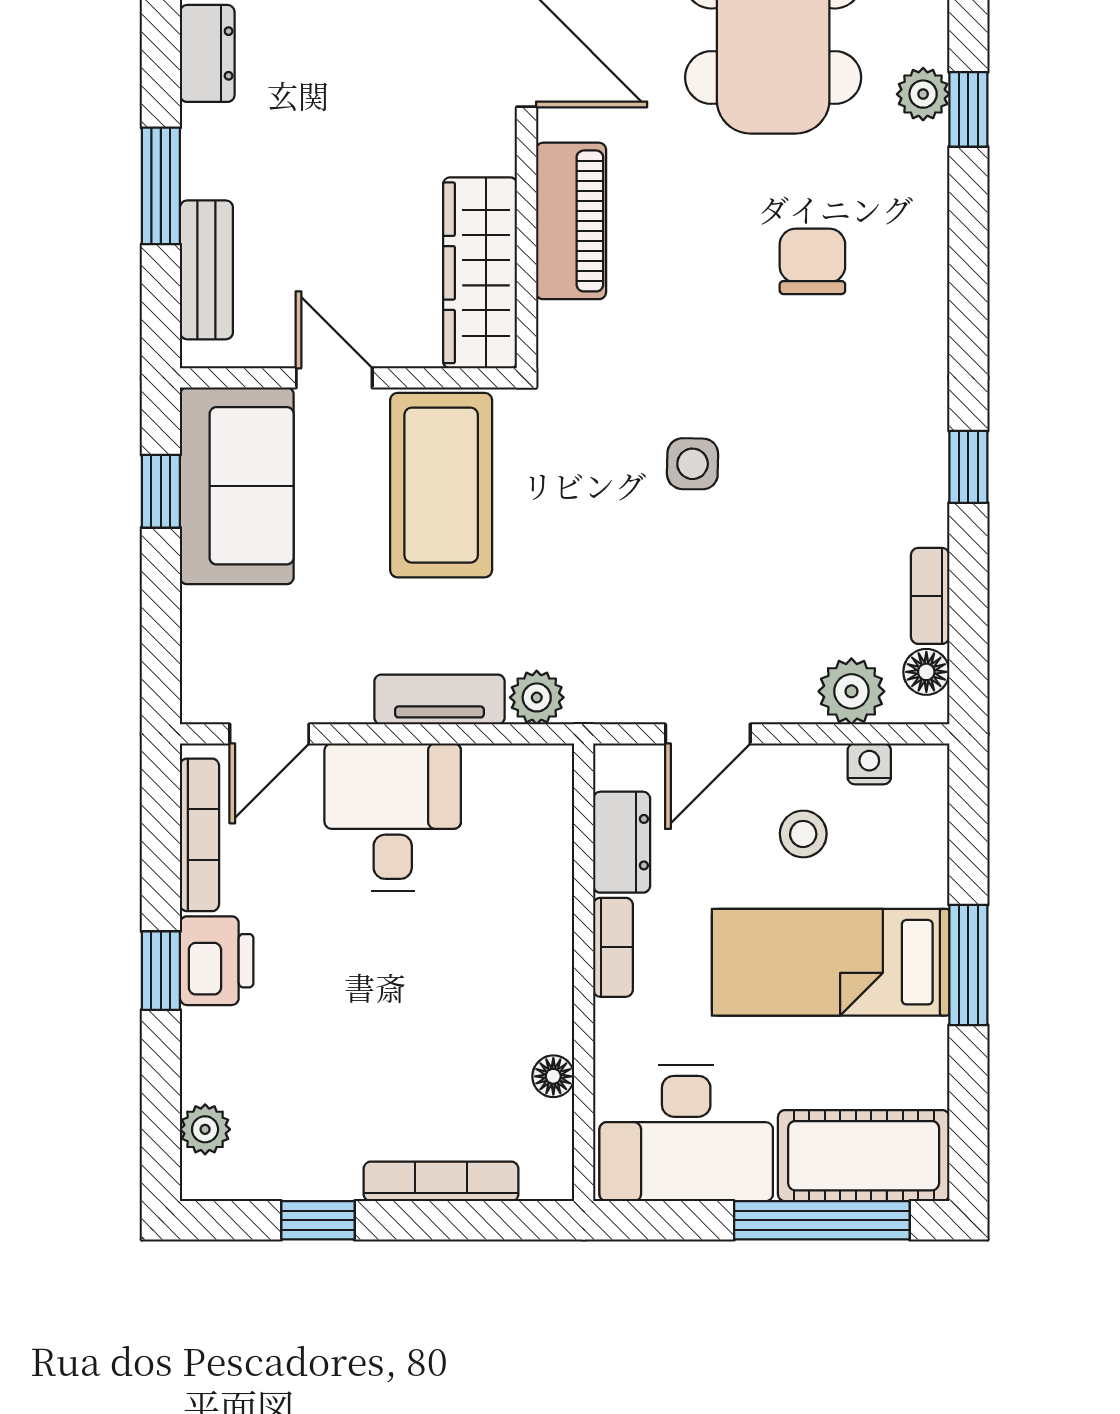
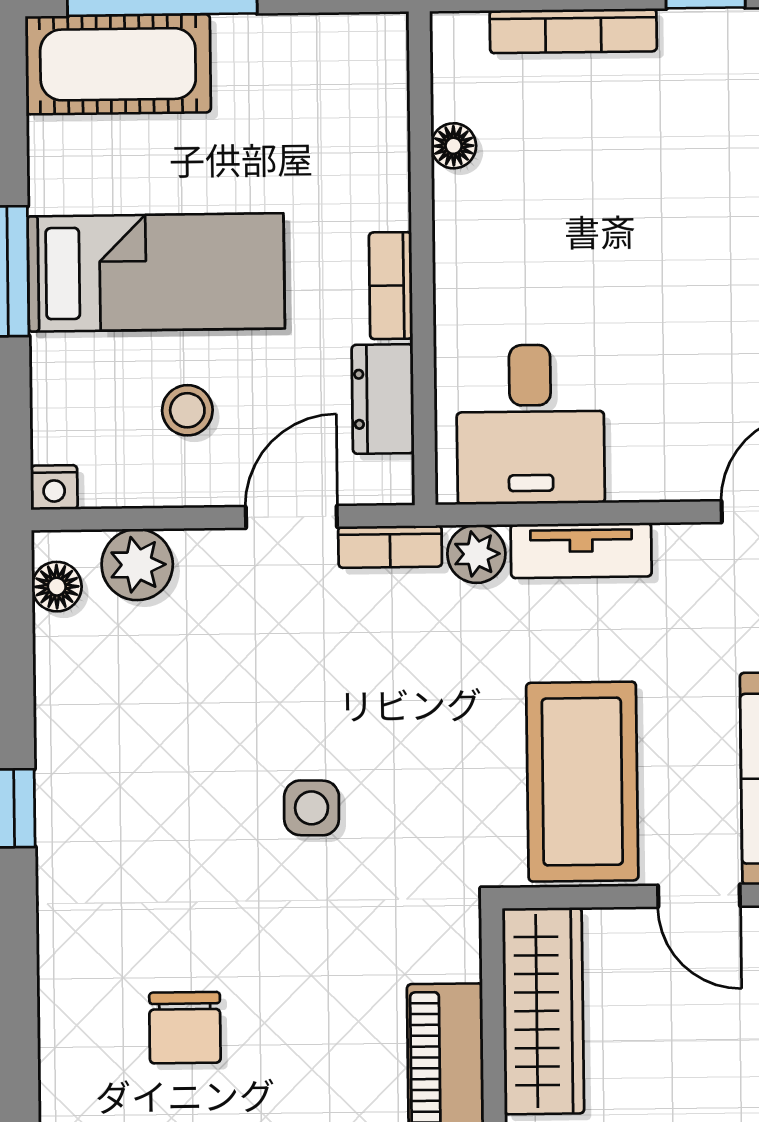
bookcase: (930, 596) -> (390, 547), moved, turned 90
nightstand: (869, 764) -> (54, 487), moved
desk: (393, 817) -> (530, 424), moved
desk: (686, 1133) -> (310, 86), removed

